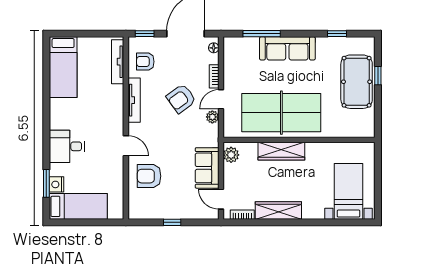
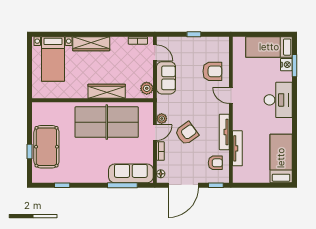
sofa: (287, 48) -> (131, 173), moved
tv unit: (118, 62) -> (237, 148), moved
desk: (67, 146) -> (278, 100), width x1.37
wardrobe: (278, 211) -> (91, 44), moved

